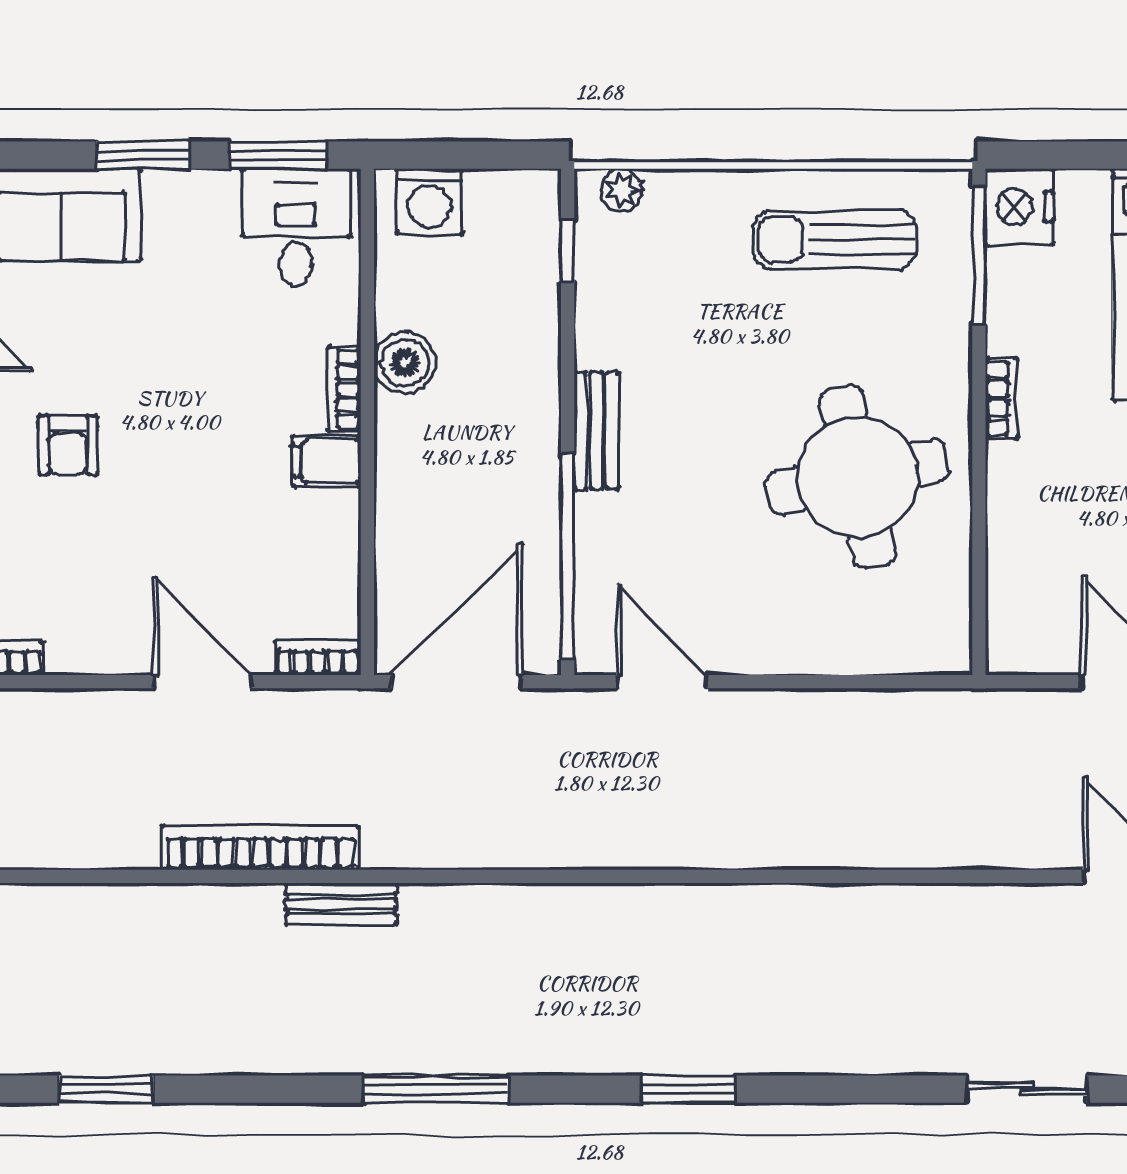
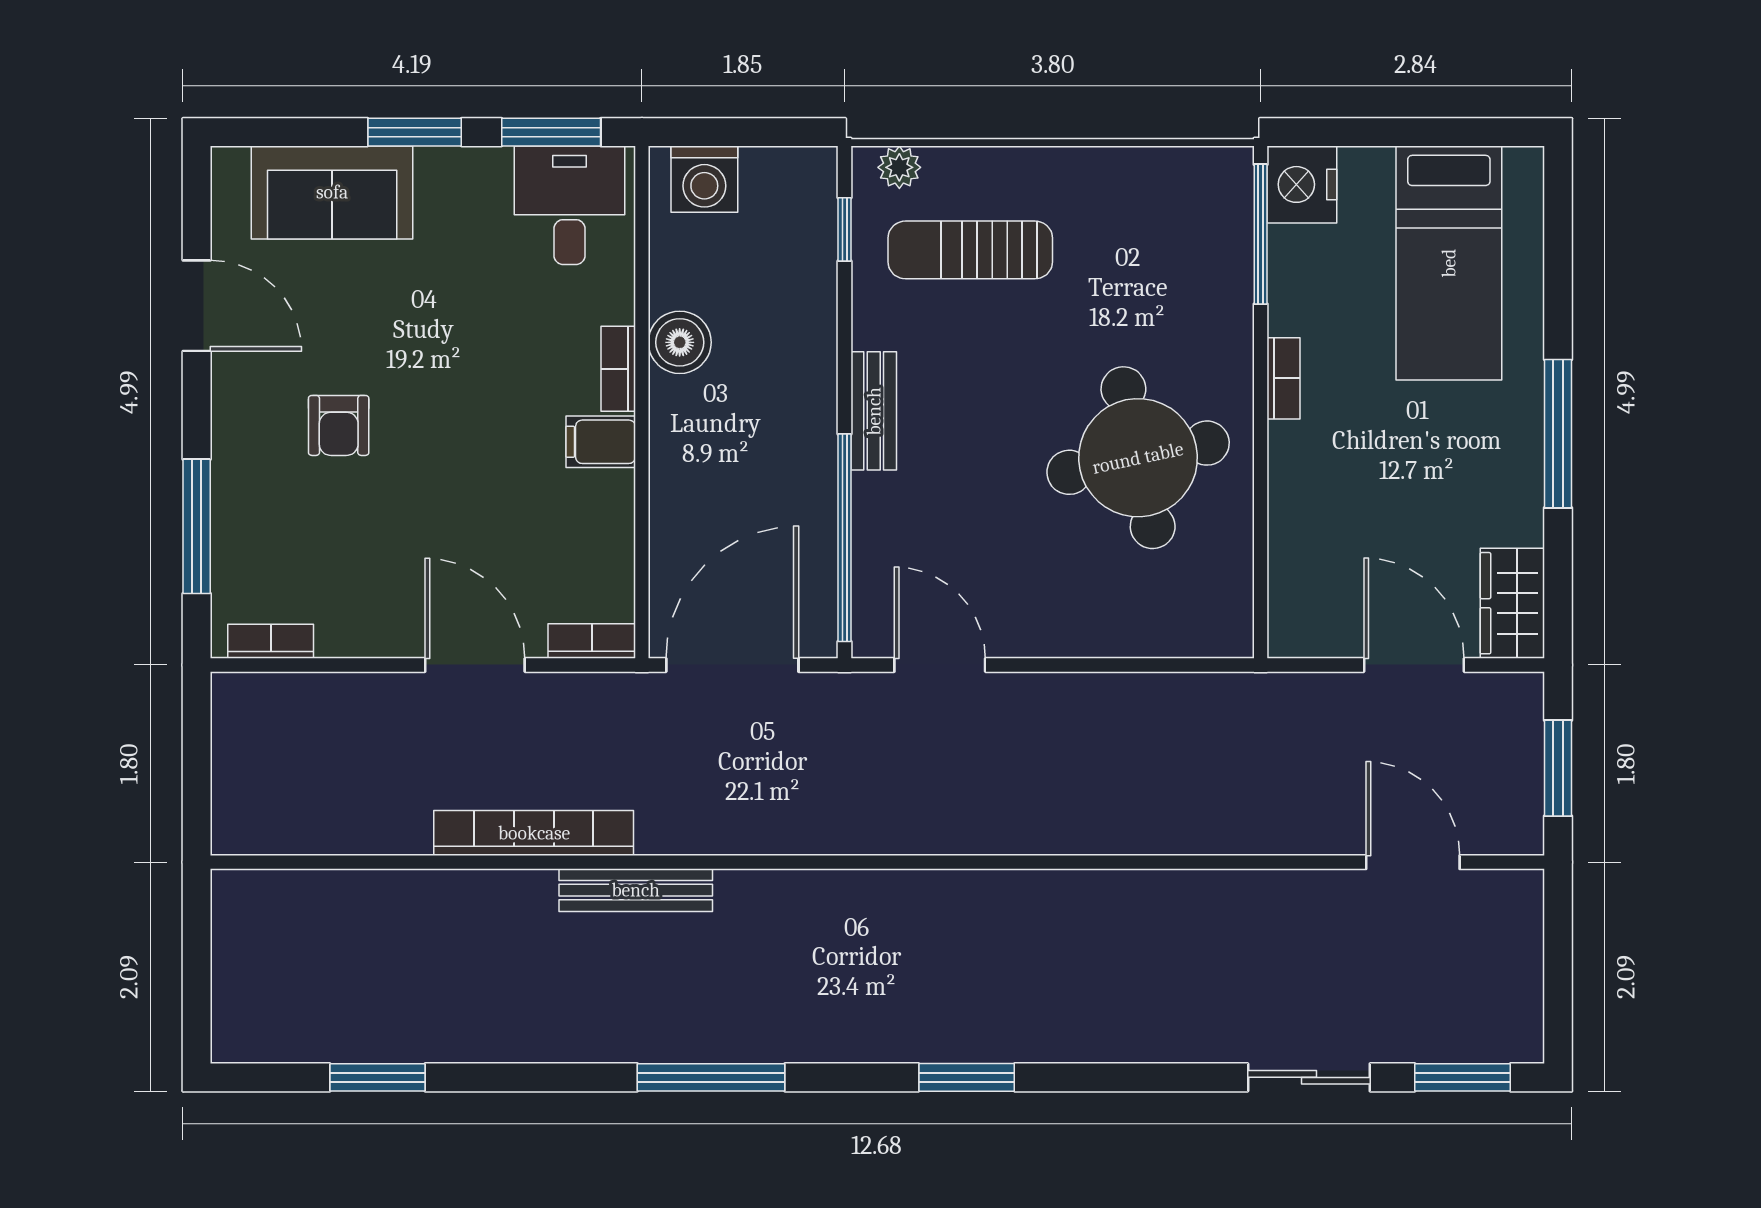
sun lounger: (835, 240) -> (970, 250), moved
bench: (341, 904) -> (636, 890), width x1.36

